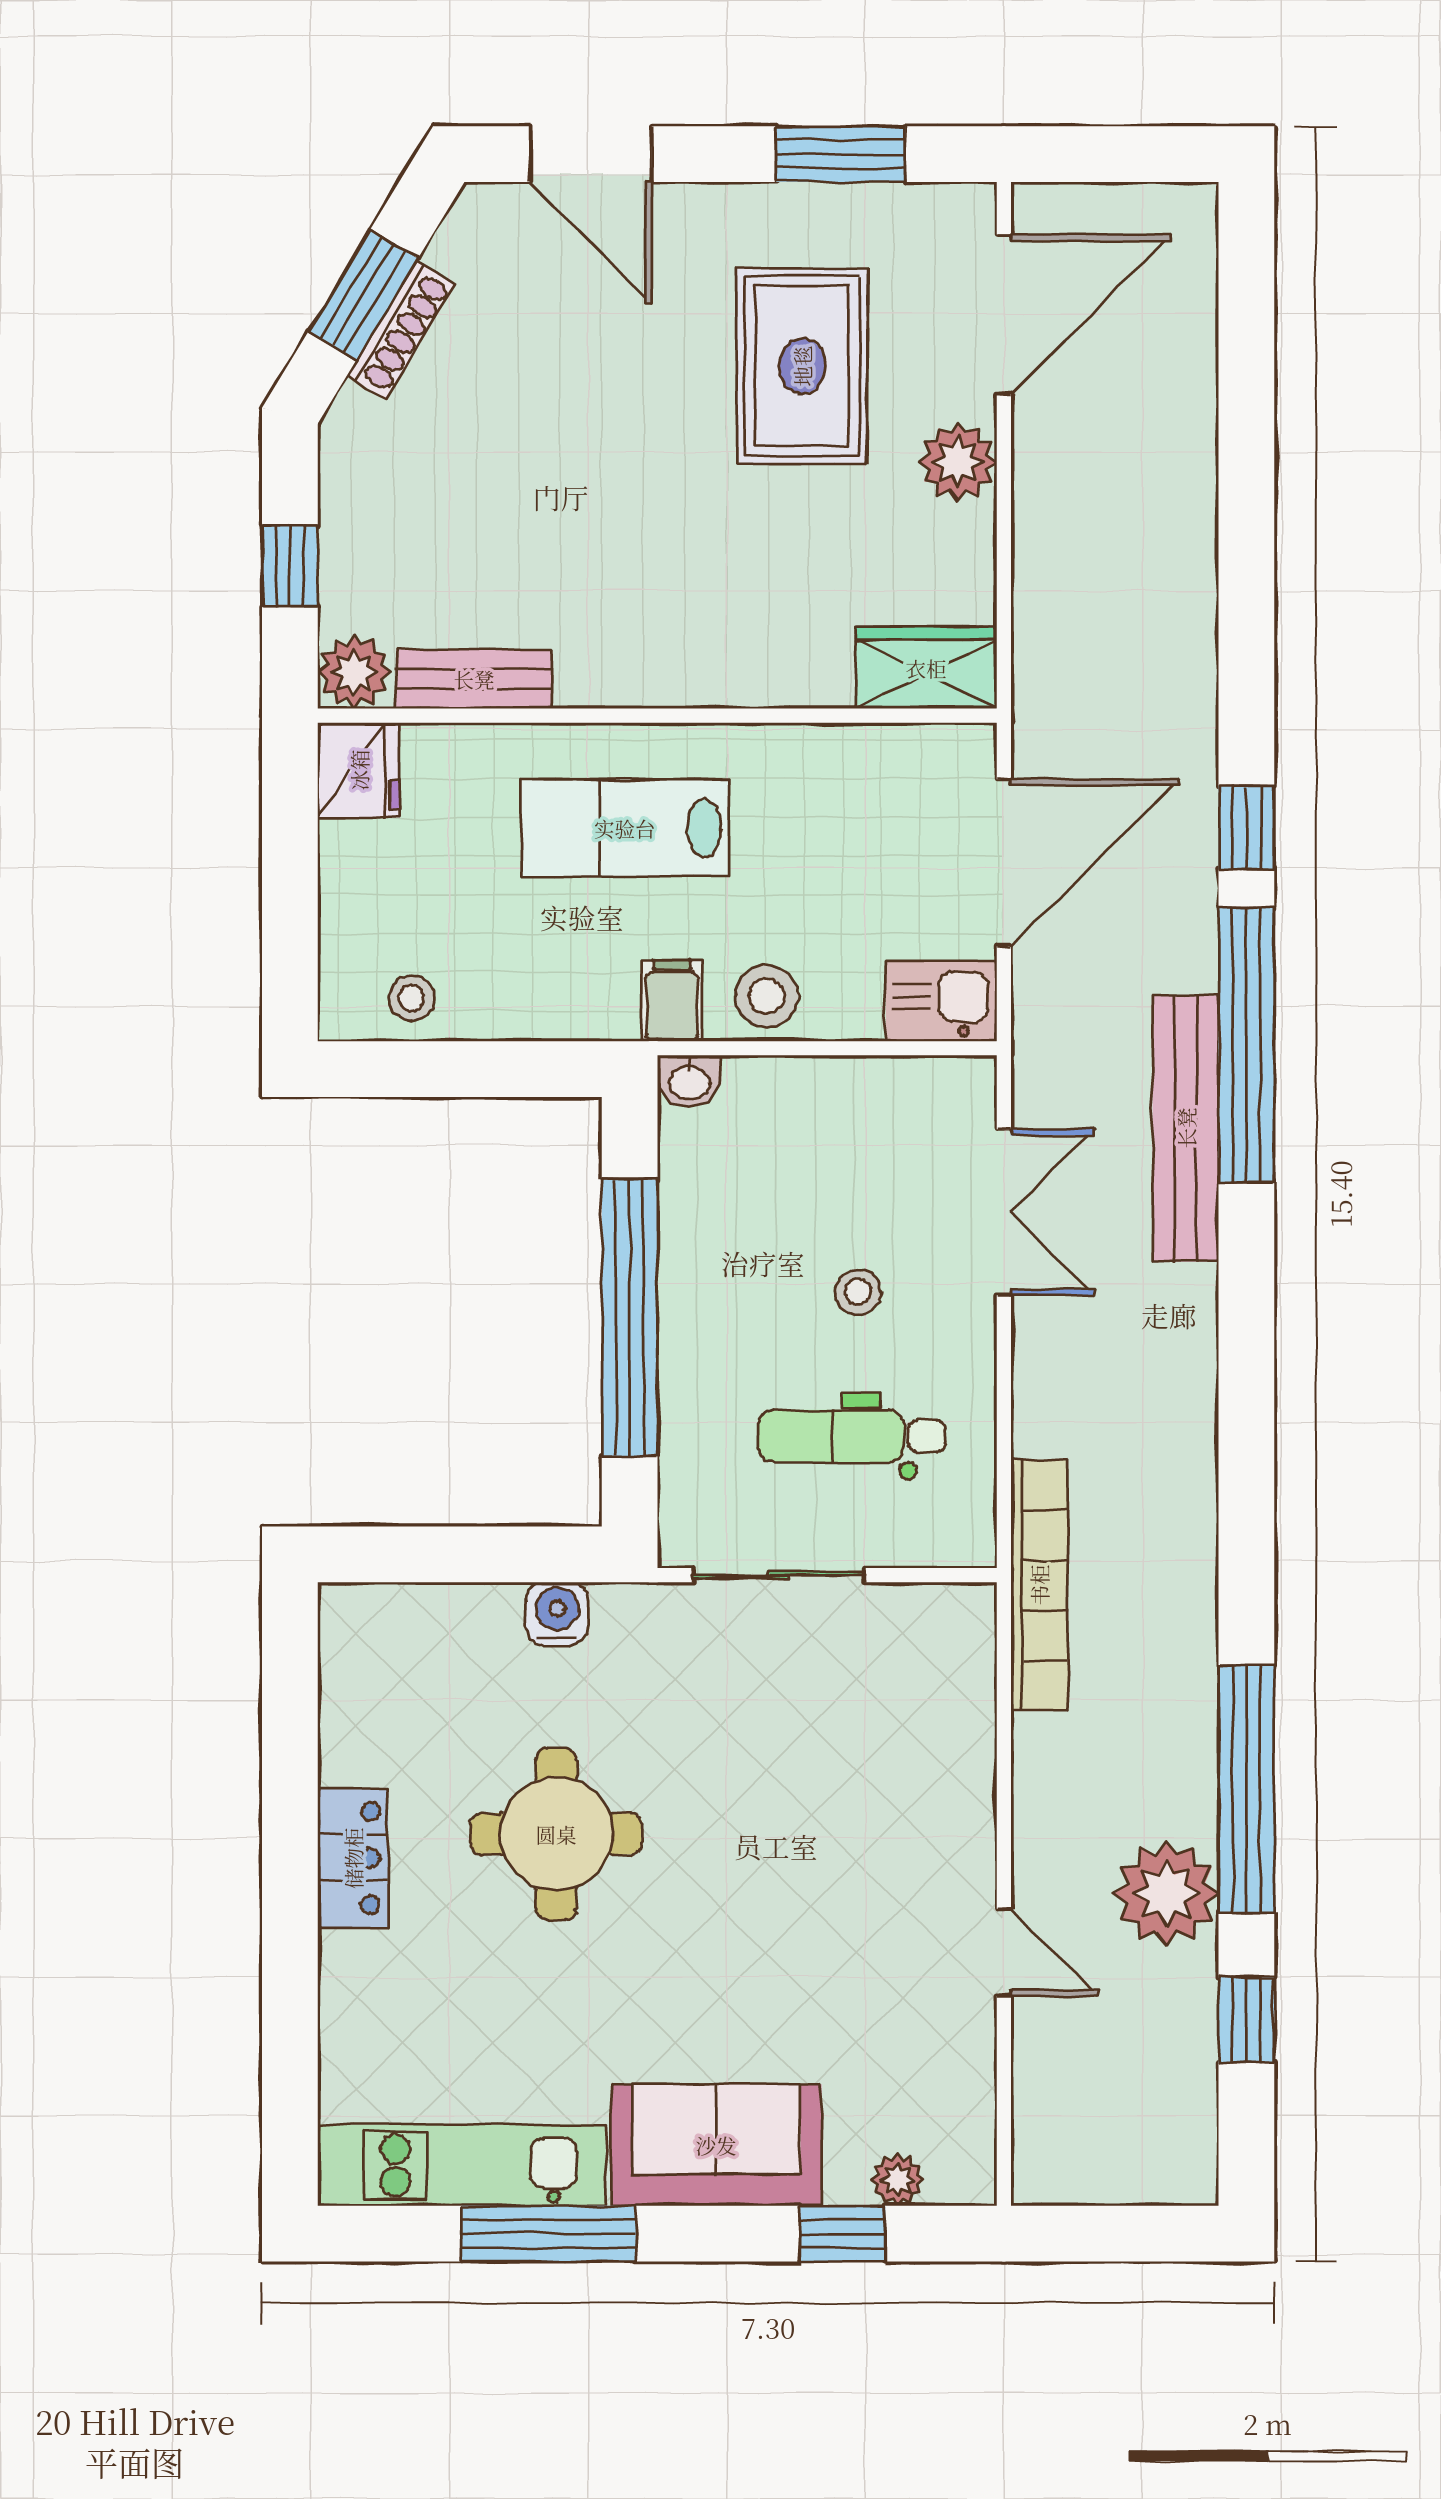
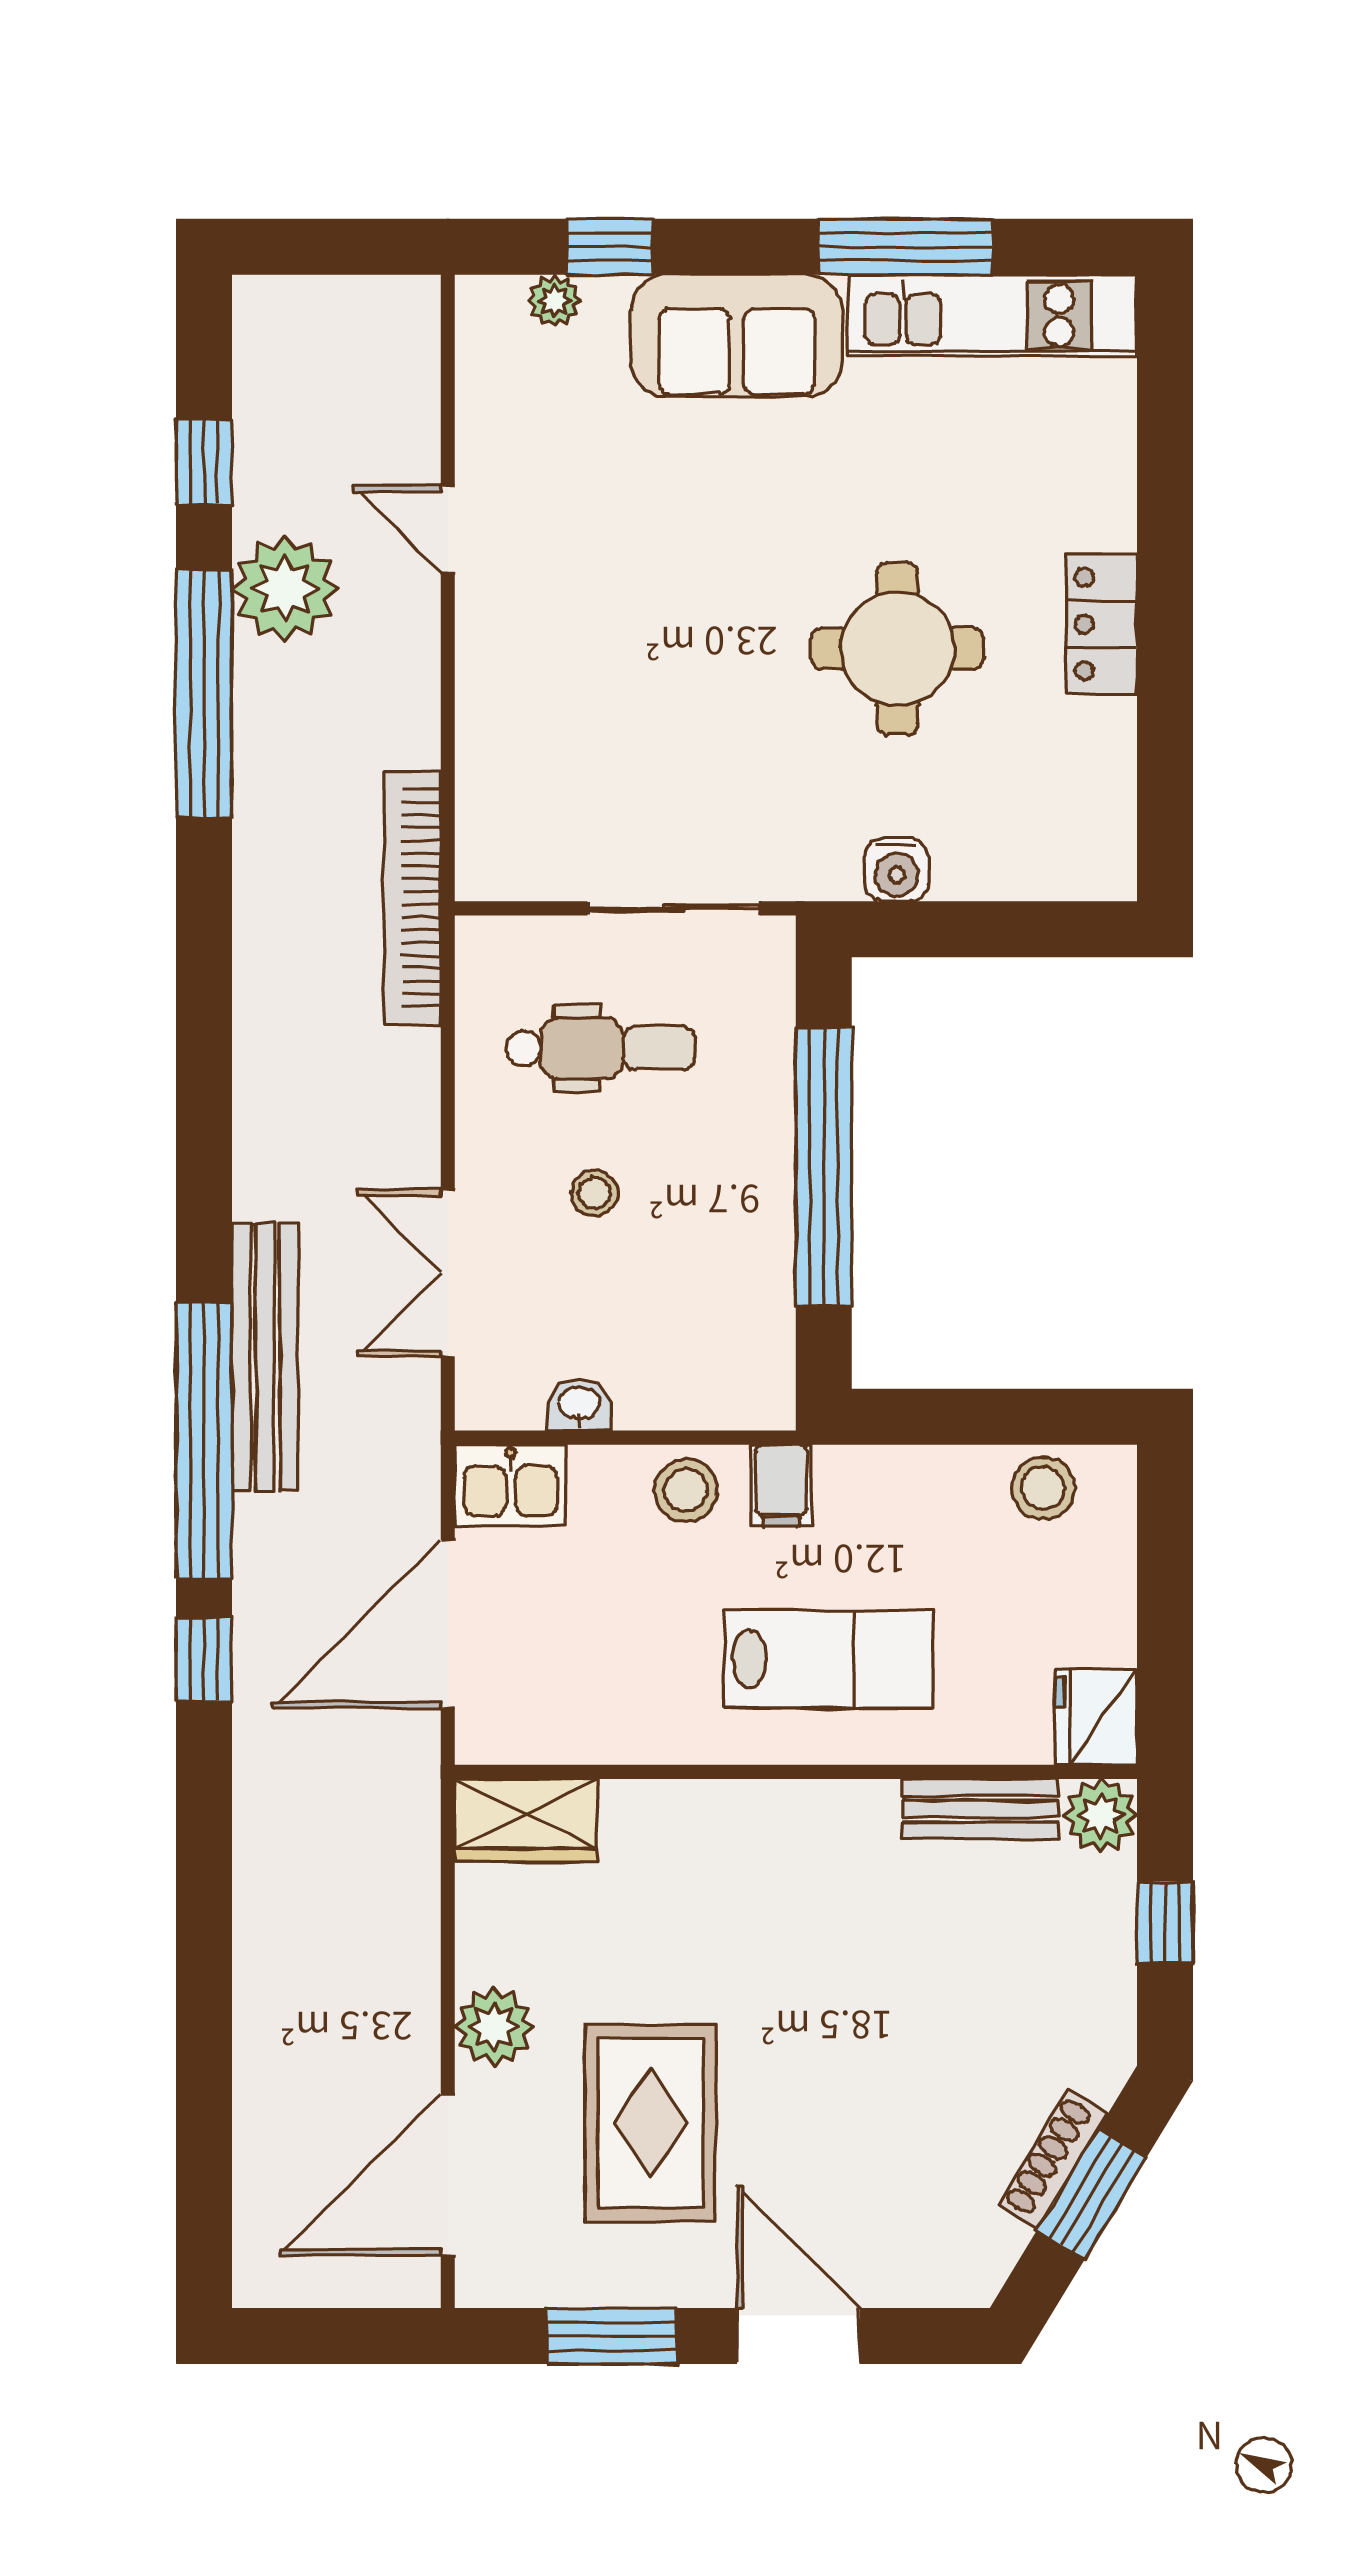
door: (591, 154) -> (798, 2336), moved
stool: (411, 998) -> (1043, 1488), width x1.37, depth x1.37
washbasin: (689, 1081) -> (579, 1405), moved

